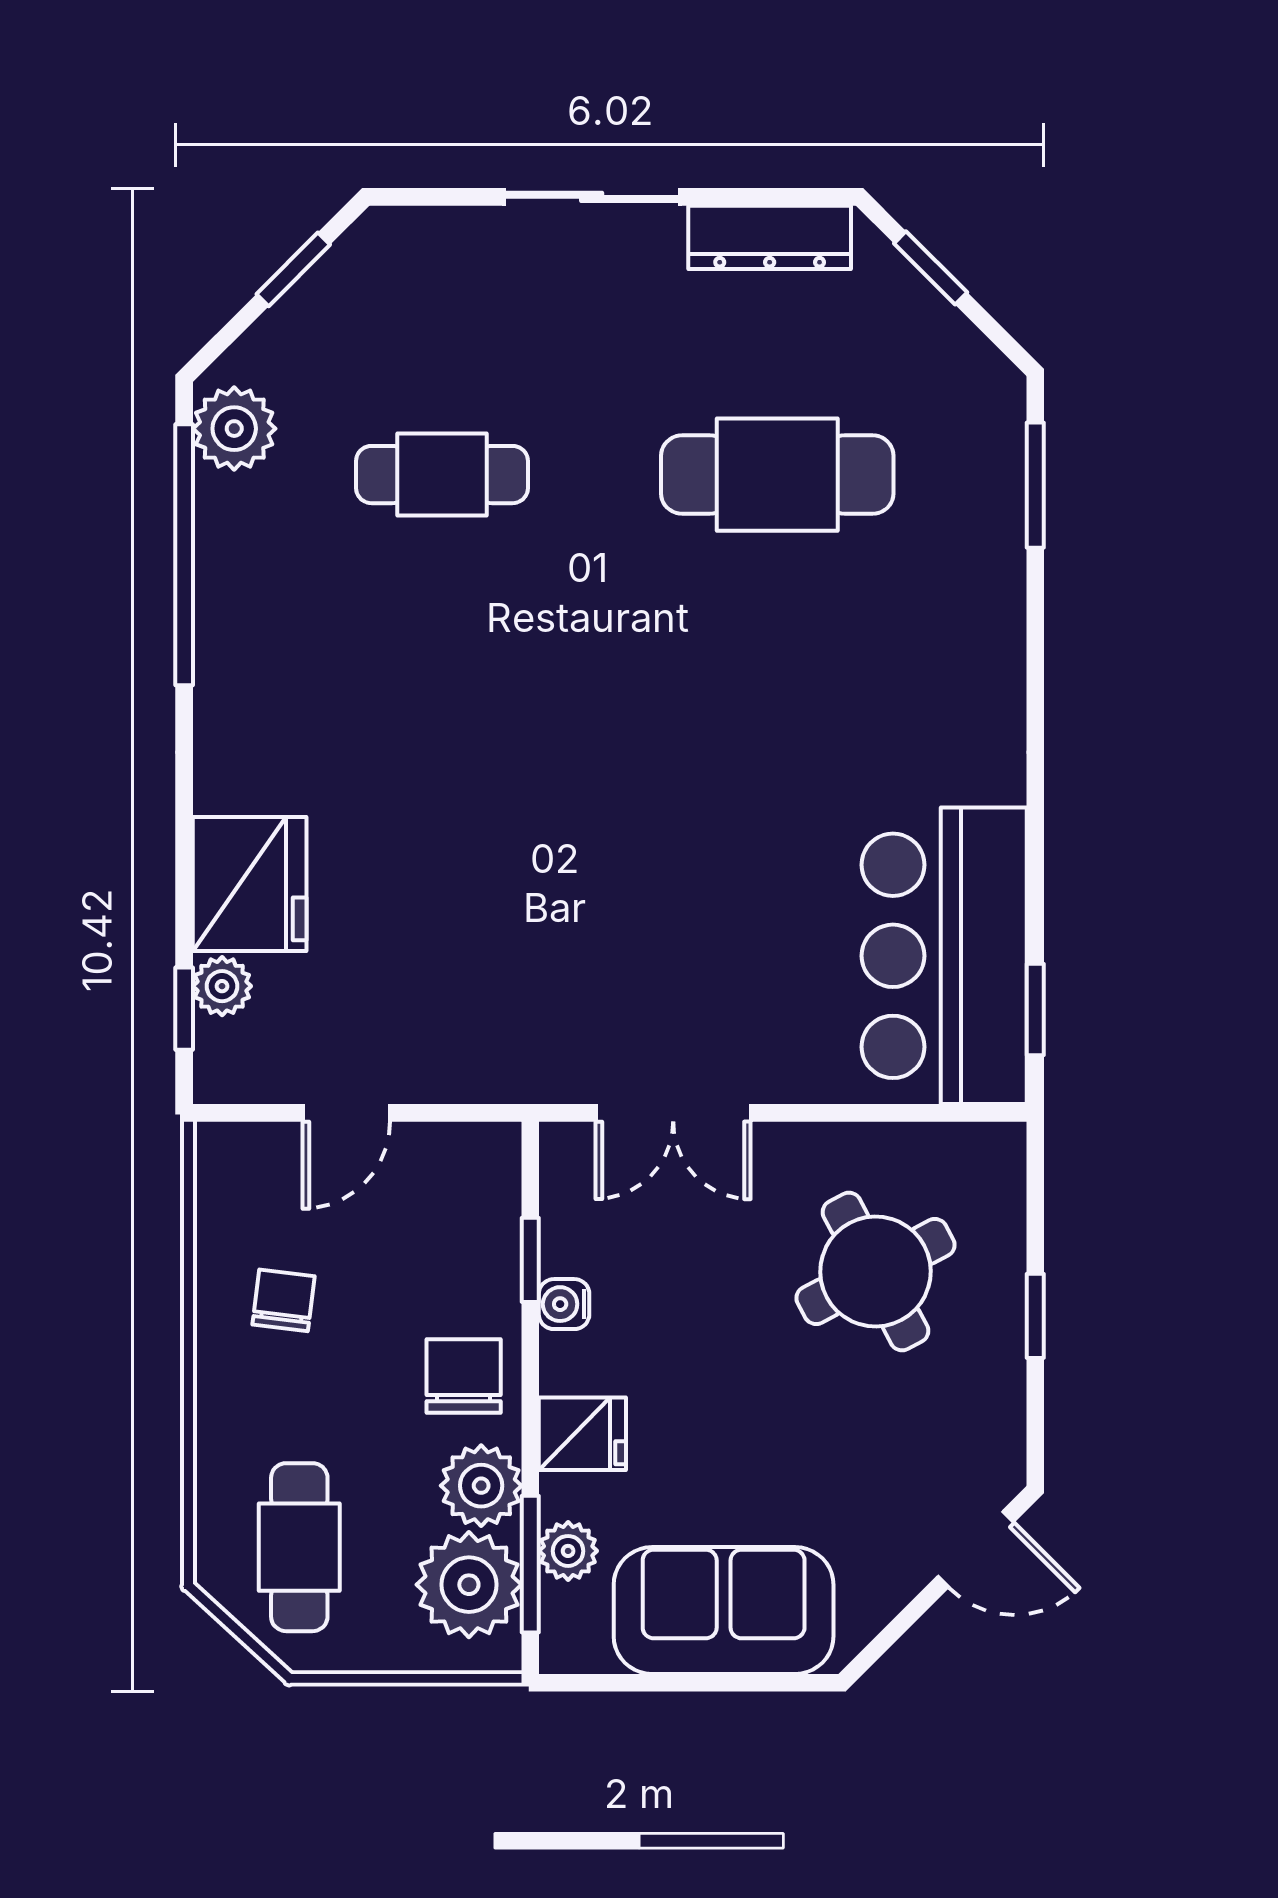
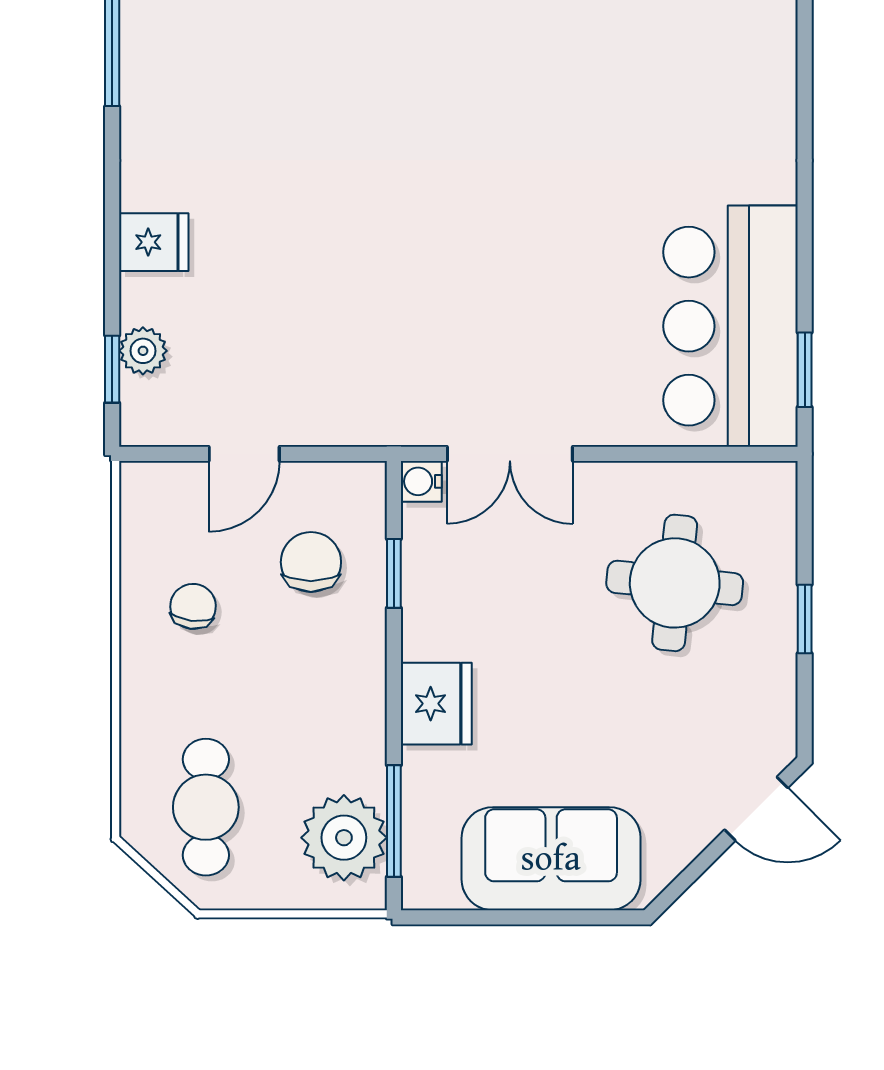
fridge: (250, 884) -> (154, 242), width x0.53, depth x0.75
round table: (876, 1271) -> (675, 583), turned 34
water cooler: (564, 1304) -> (421, 481), moved
chair: (464, 1376) -> (311, 562), moved
fridge: (582, 1434) -> (436, 704), width x1.38
plant: (481, 1486) -> (354, 757), removed
plant: (568, 1551) -> (425, 810), removed

